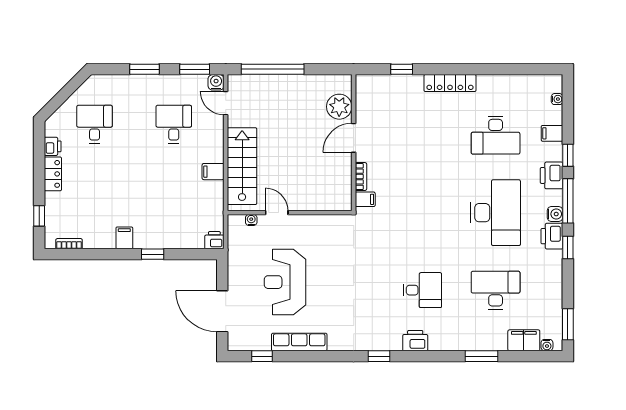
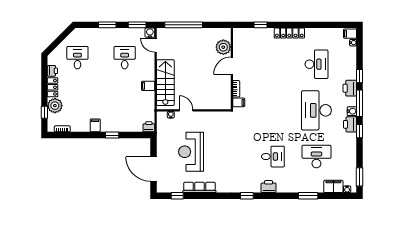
filing cabinet: (552, 133) -> (350, 34), moved
desk: (496, 135) -> (316, 64), turned -90
plant: (57, 205) -> (55, 106), added
desk: (496, 213) -> (316, 110), turned 180

